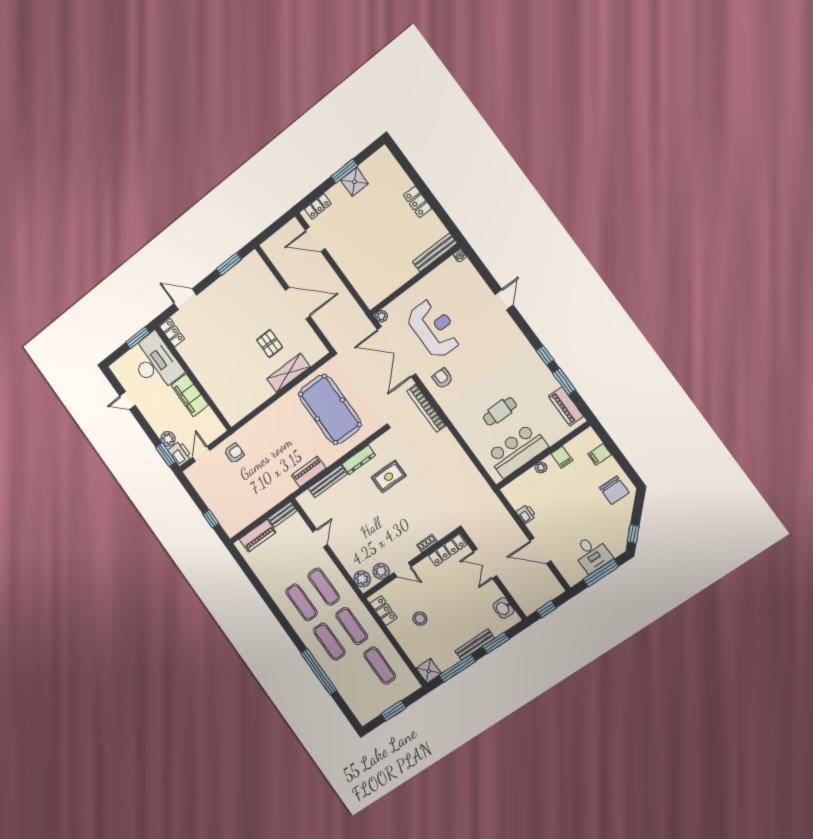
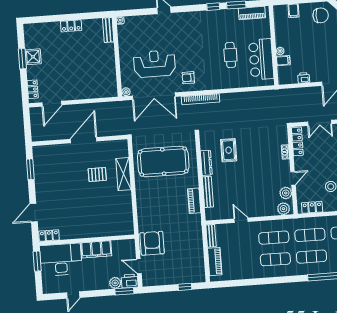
bench: (435, 253) -> (108, 30), width x0.73
armchair: (234, 453) -> (152, 243), width x1.88, depth x1.88
filing cabinet: (562, 457) -> (283, 61), moved

